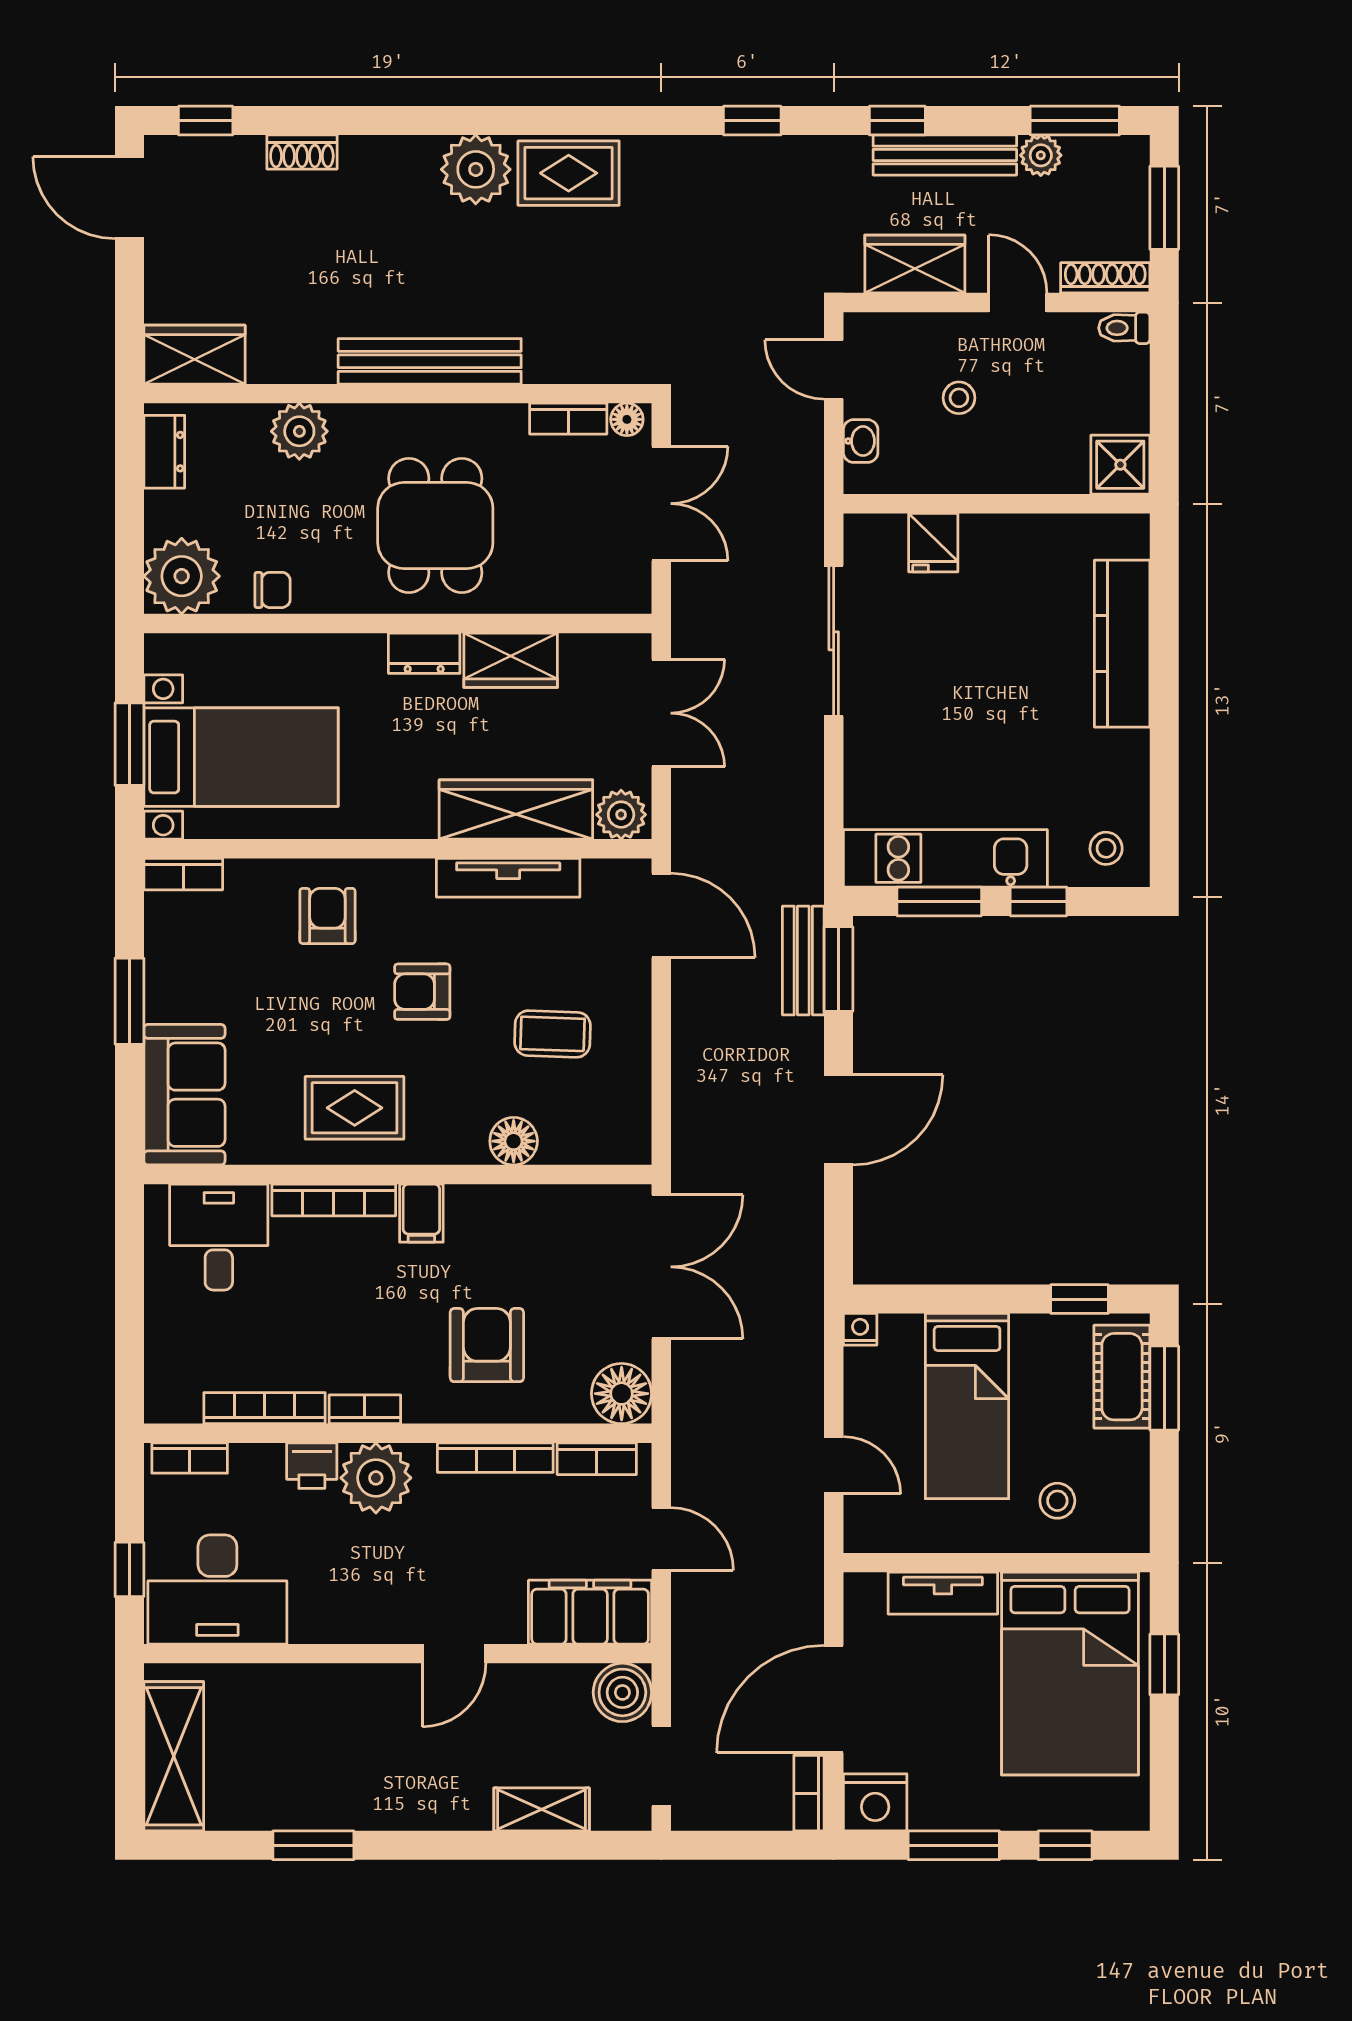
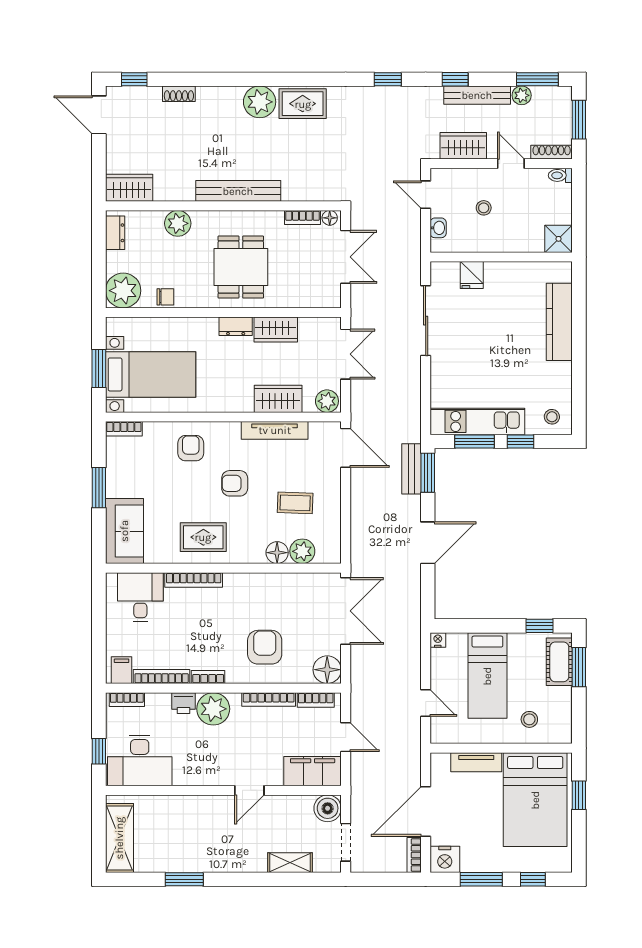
wardrobe: (516, 810) -> (278, 399), width x0.67
plant: (568, 1138) -> (302, 551), added
filing cabinet: (421, 1213) -> (122, 670), moved, turned 180

